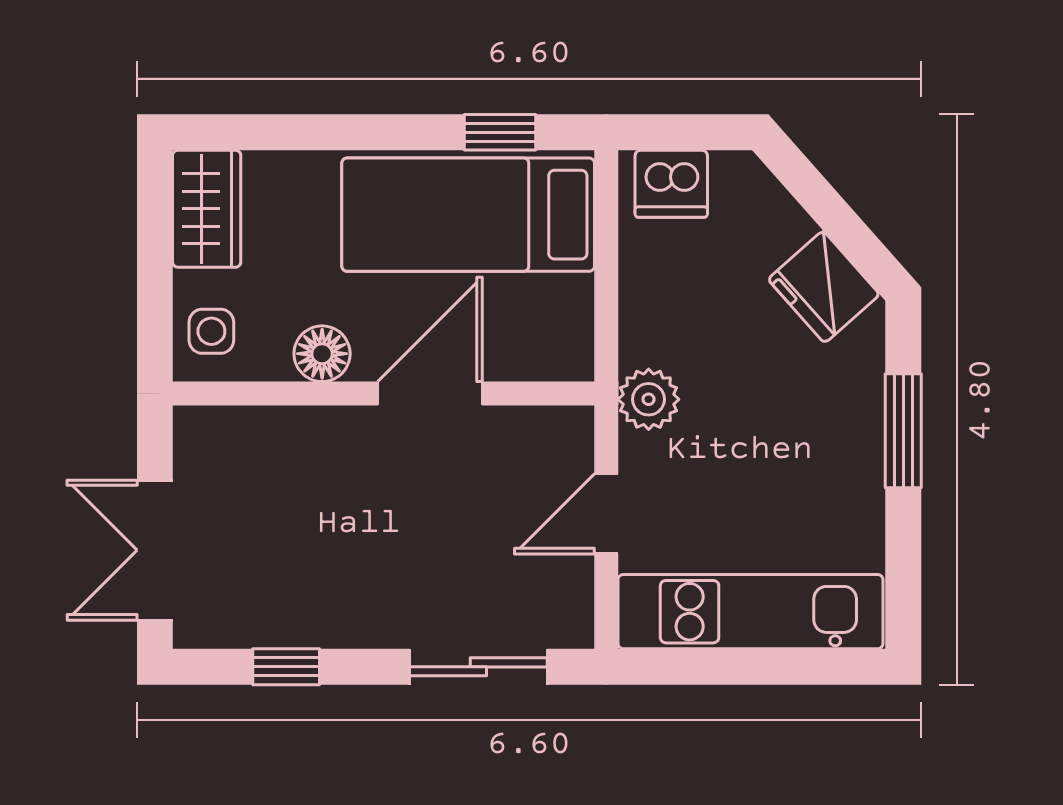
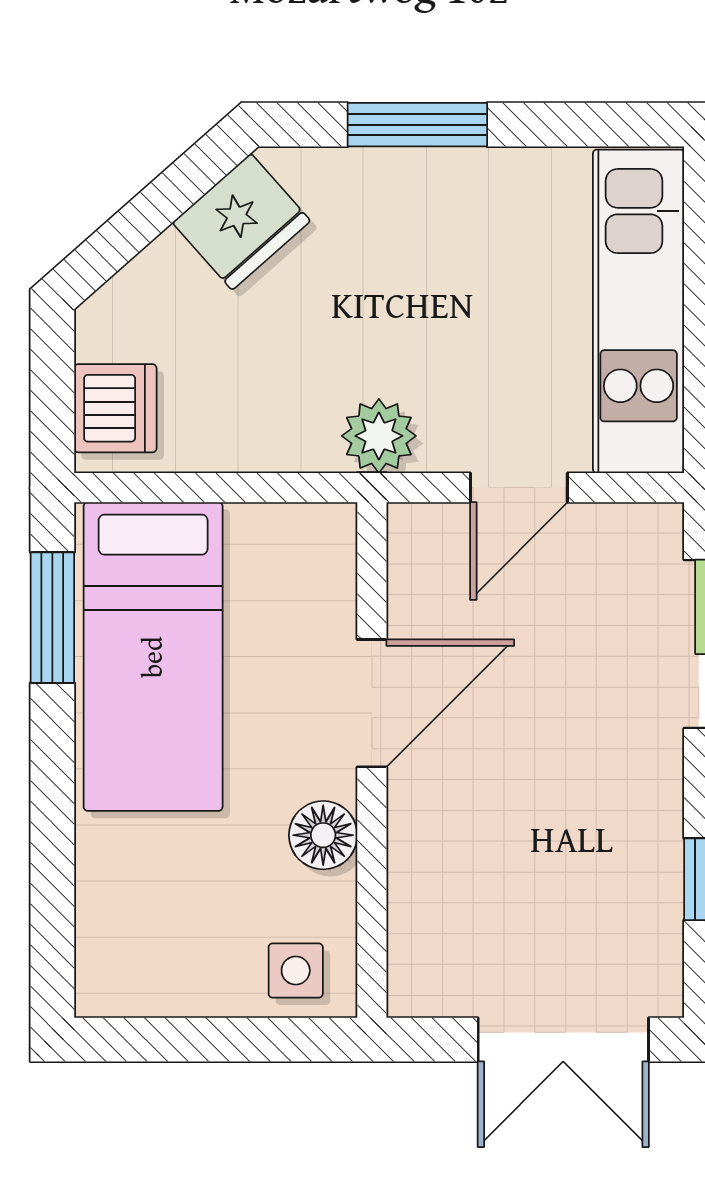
window: (500, 132) -> (52, 618), width x1.50
wardrobe: (207, 209) -> (146, 976), removed
door: (430, 394) -> (372, 703), swing flipped
door: (606, 514) -> (519, 488), hinge flipped

